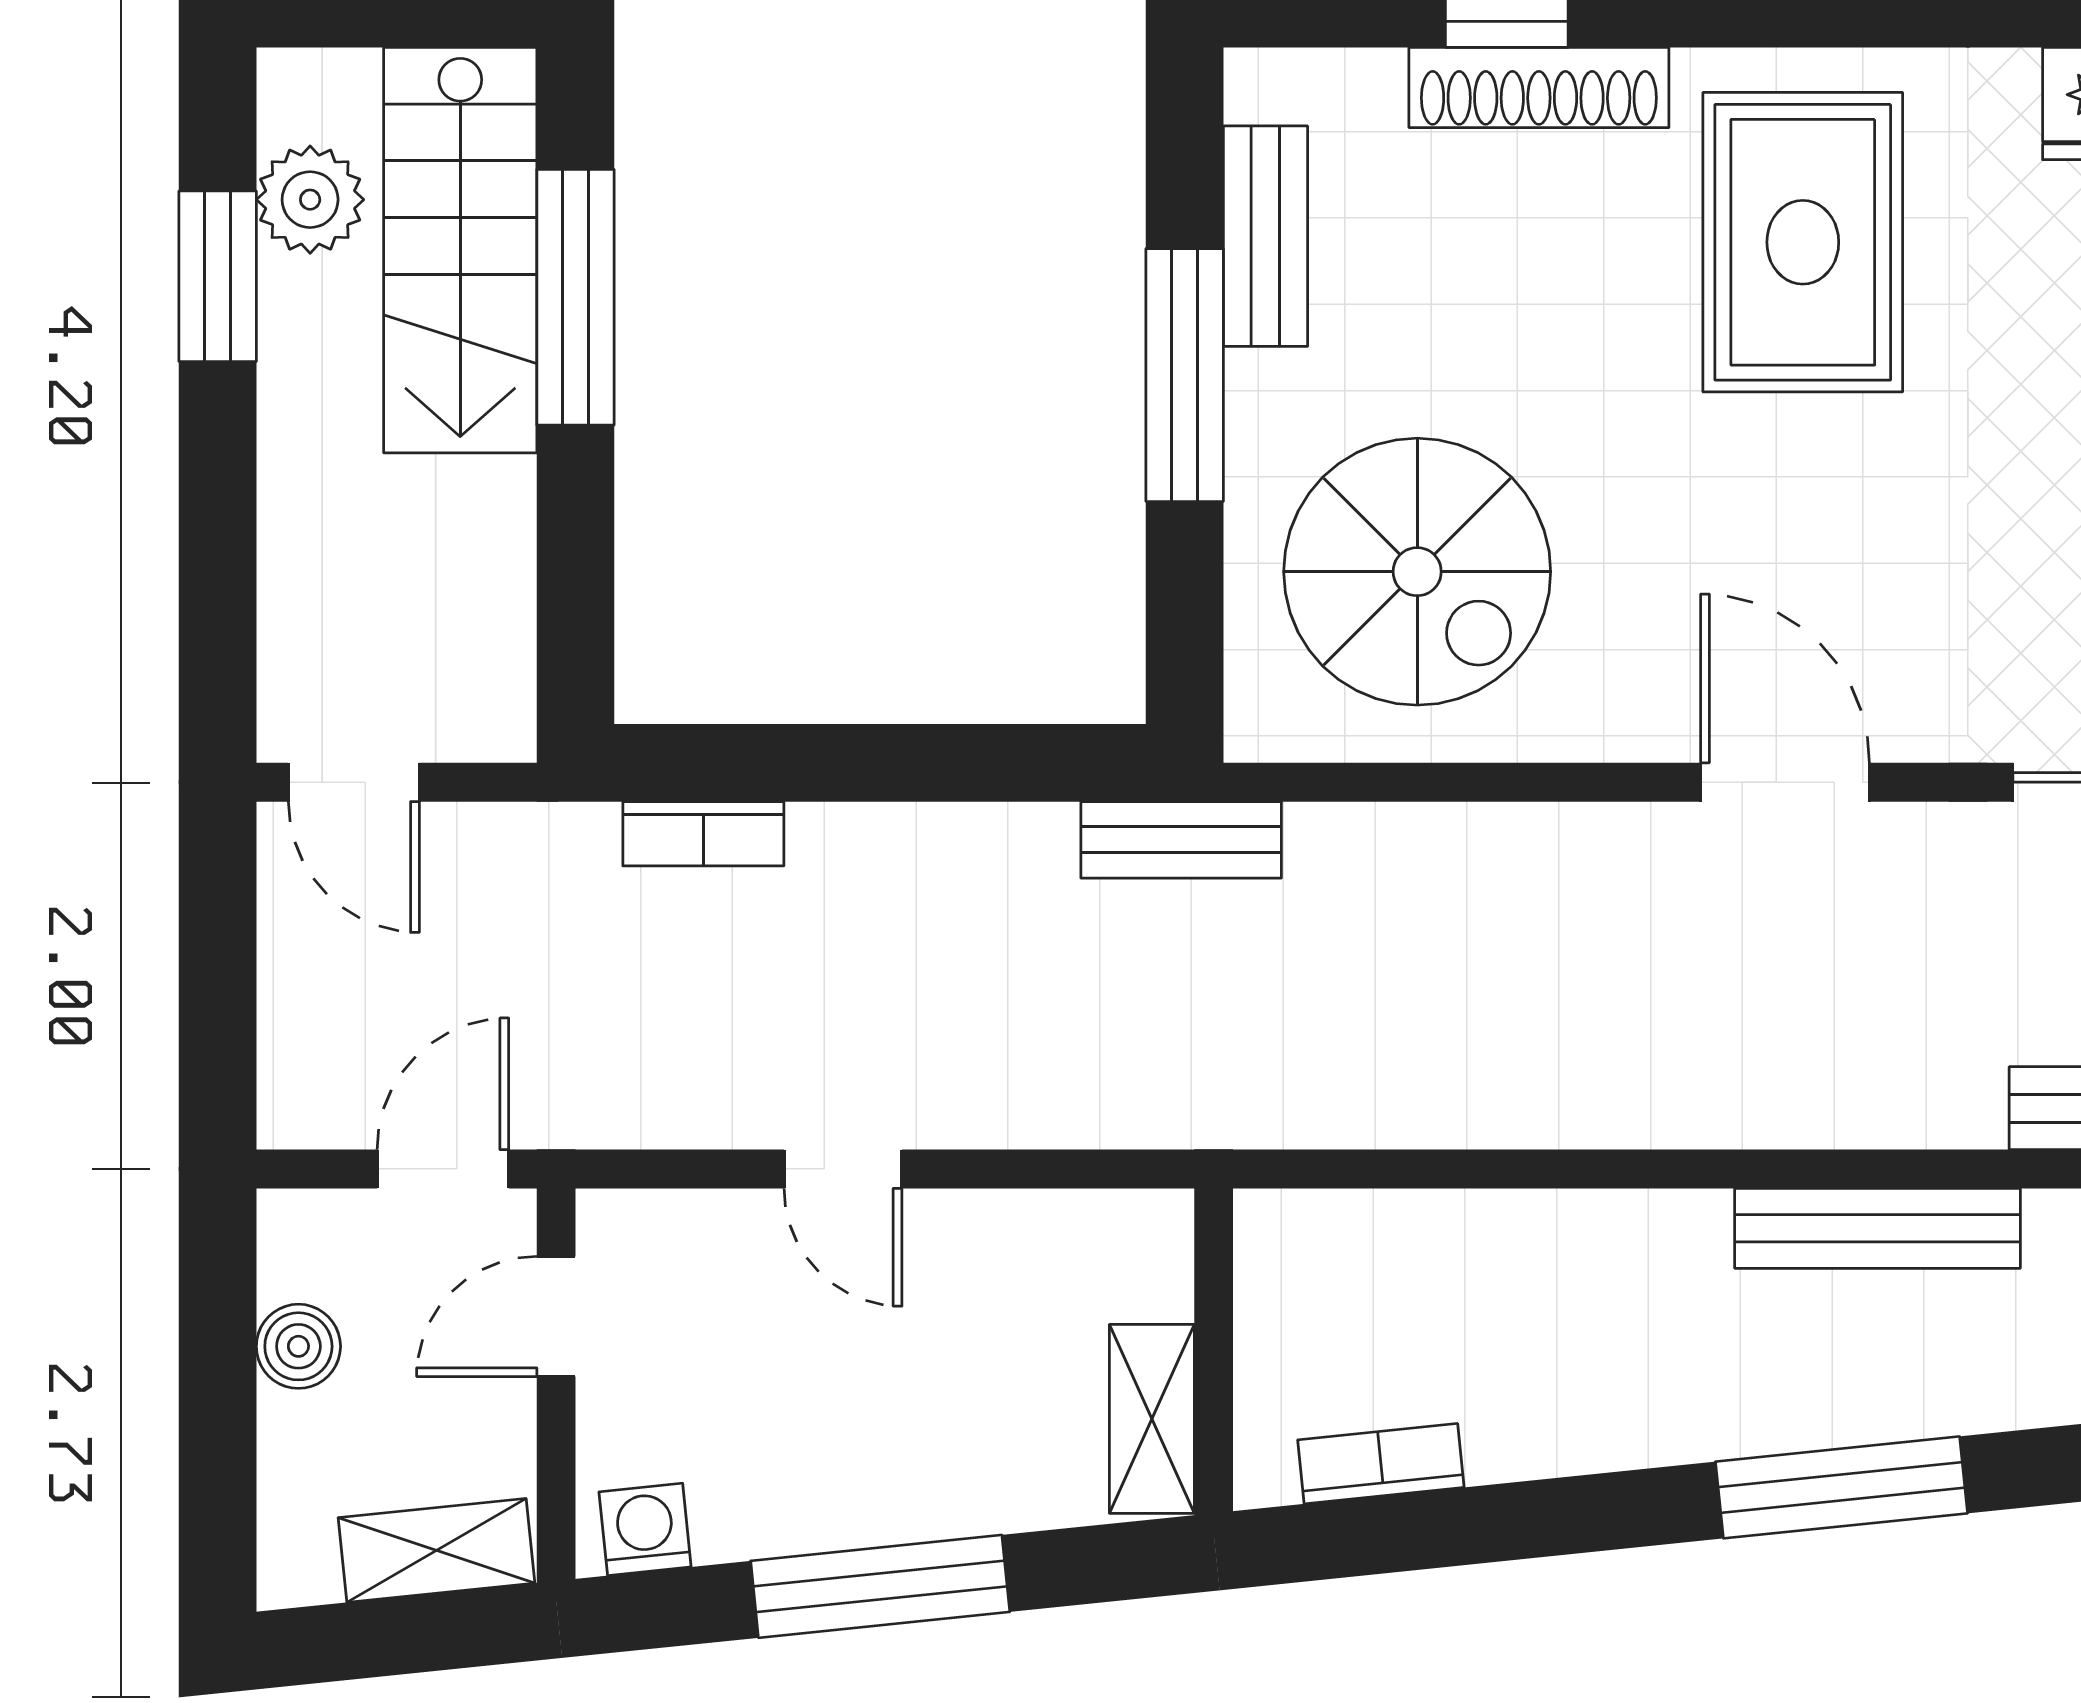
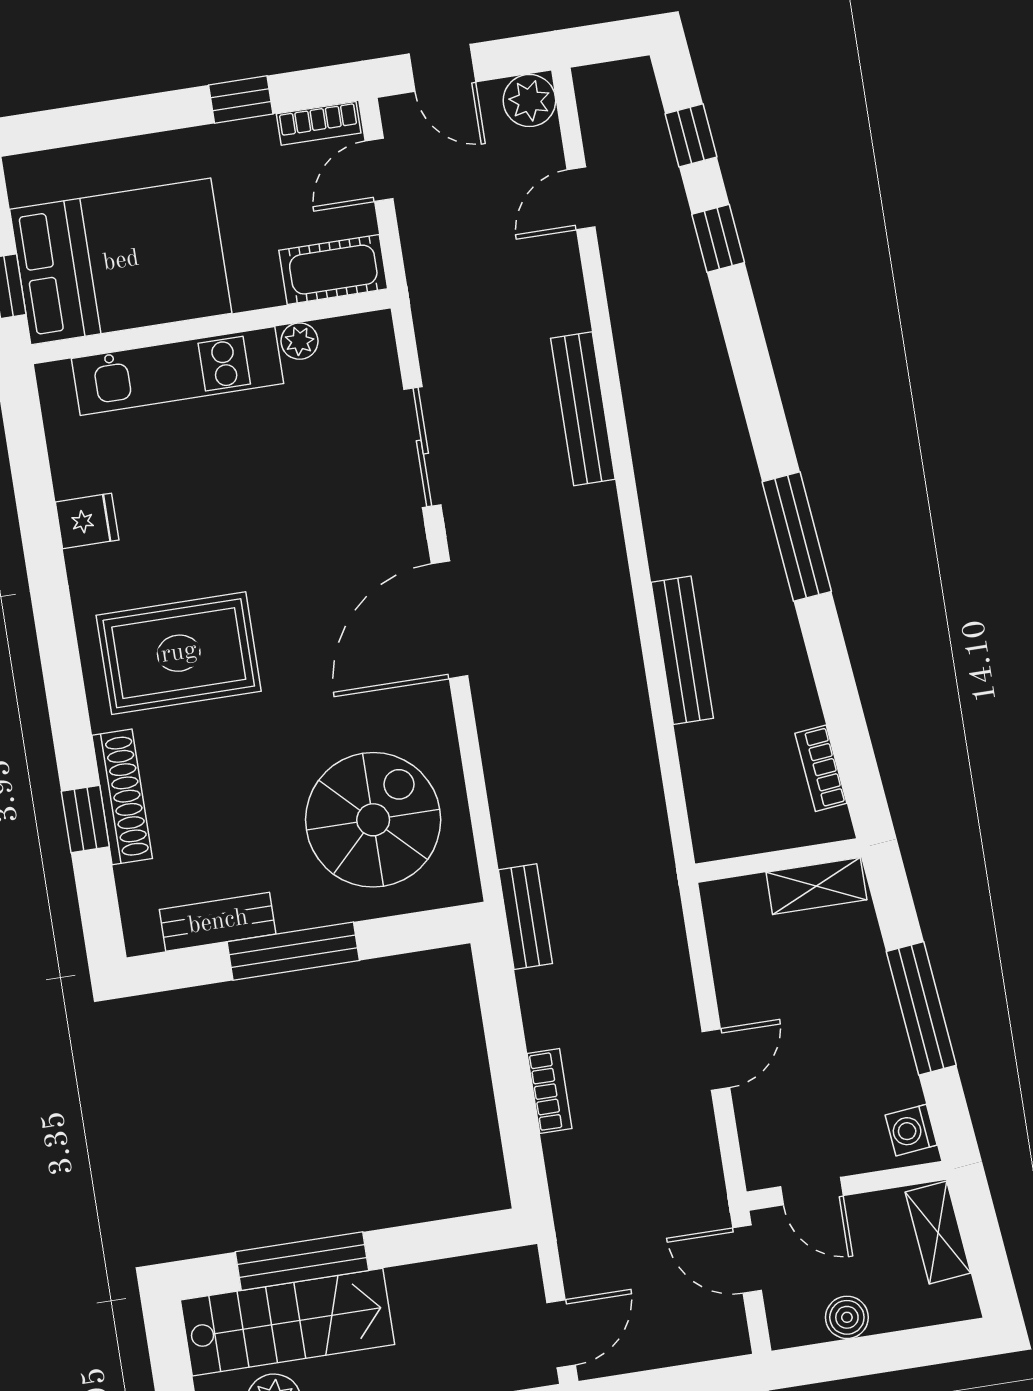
door: (1785, 782) -> (449, 620), width x1.36
bookcase: (703, 834) -> (550, 1091), moved
bench: (1878, 1228) -> (682, 650), moved

